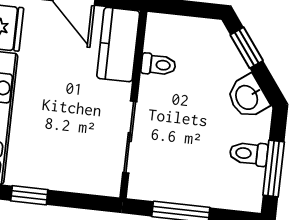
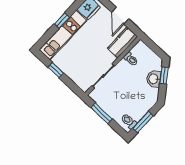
washbasin: (247, 97) -> (154, 79), moved
toilet: (249, 154) -> (129, 121), moved

